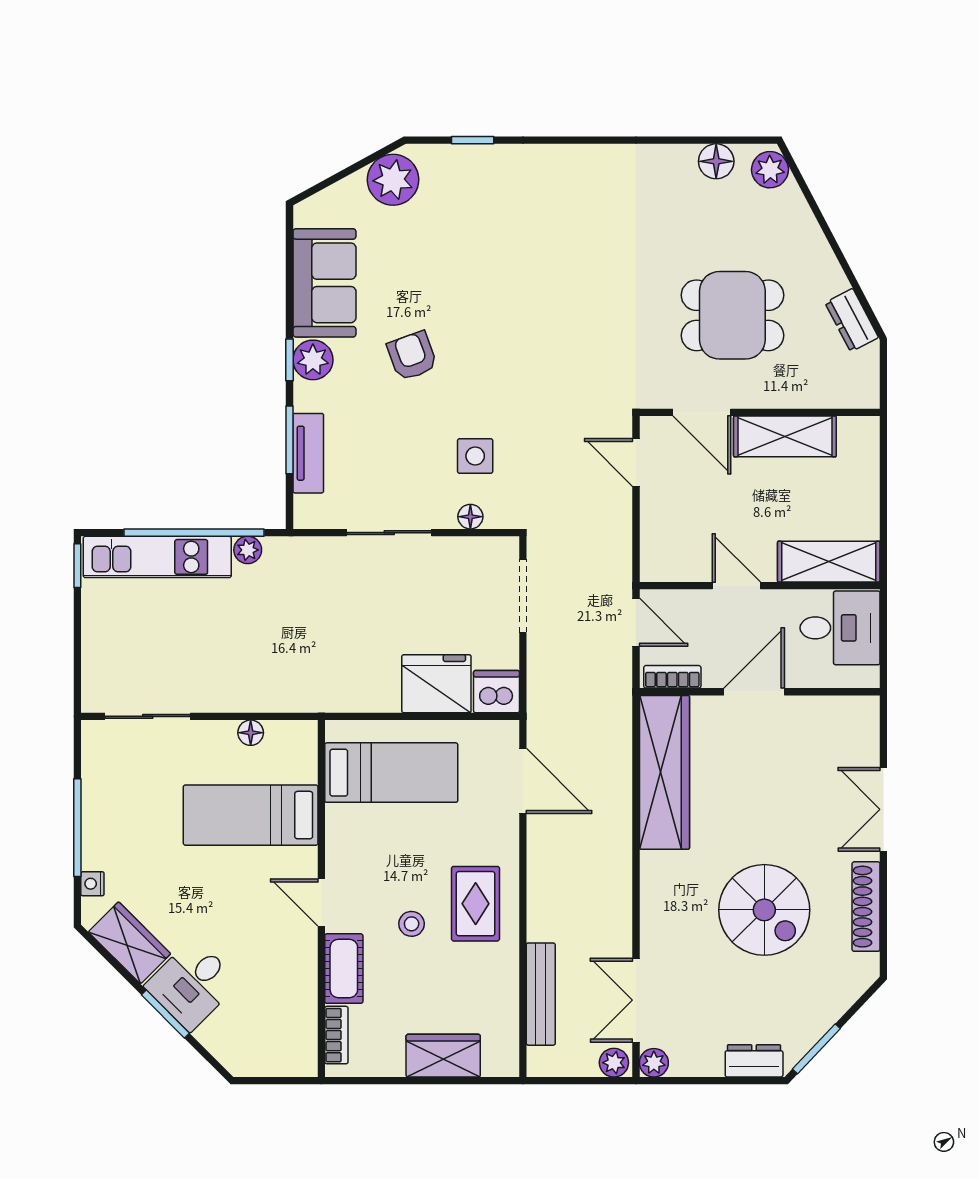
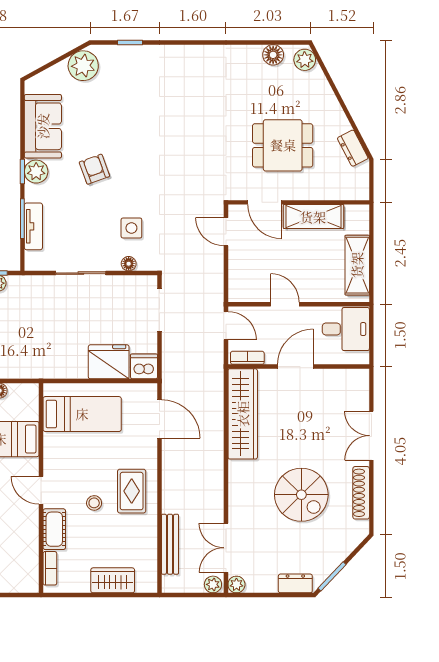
shelving: (829, 562) -> (357, 265), moved, turned 90

